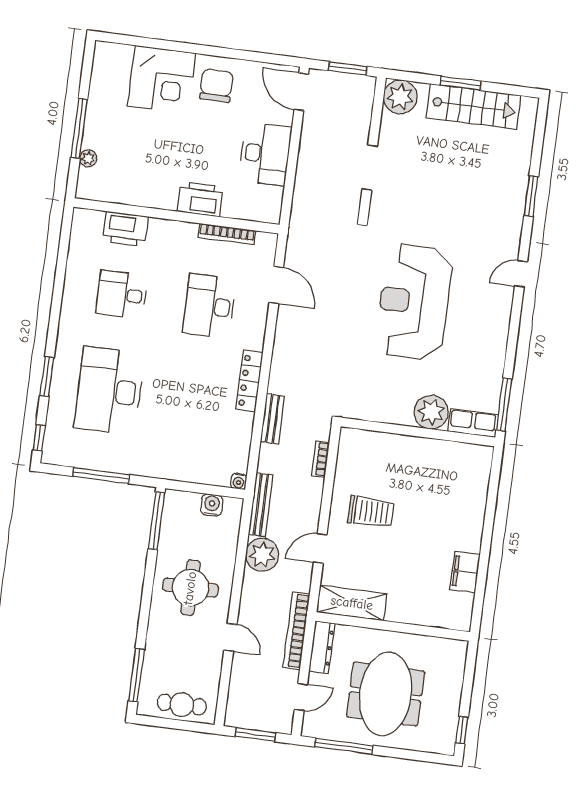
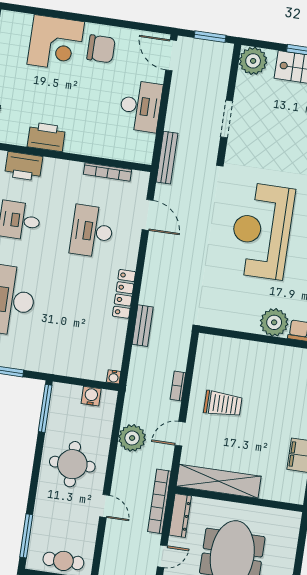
chair: (216, 86) -> (101, 49), turned 90
printer: (200, 199) -> (46, 137), moved
bookcase: (320, 459) -> (178, 386), moved
bench: (261, 505) -> (167, 158), moved
shelving: (352, 603) -> (219, 481), width x1.47

